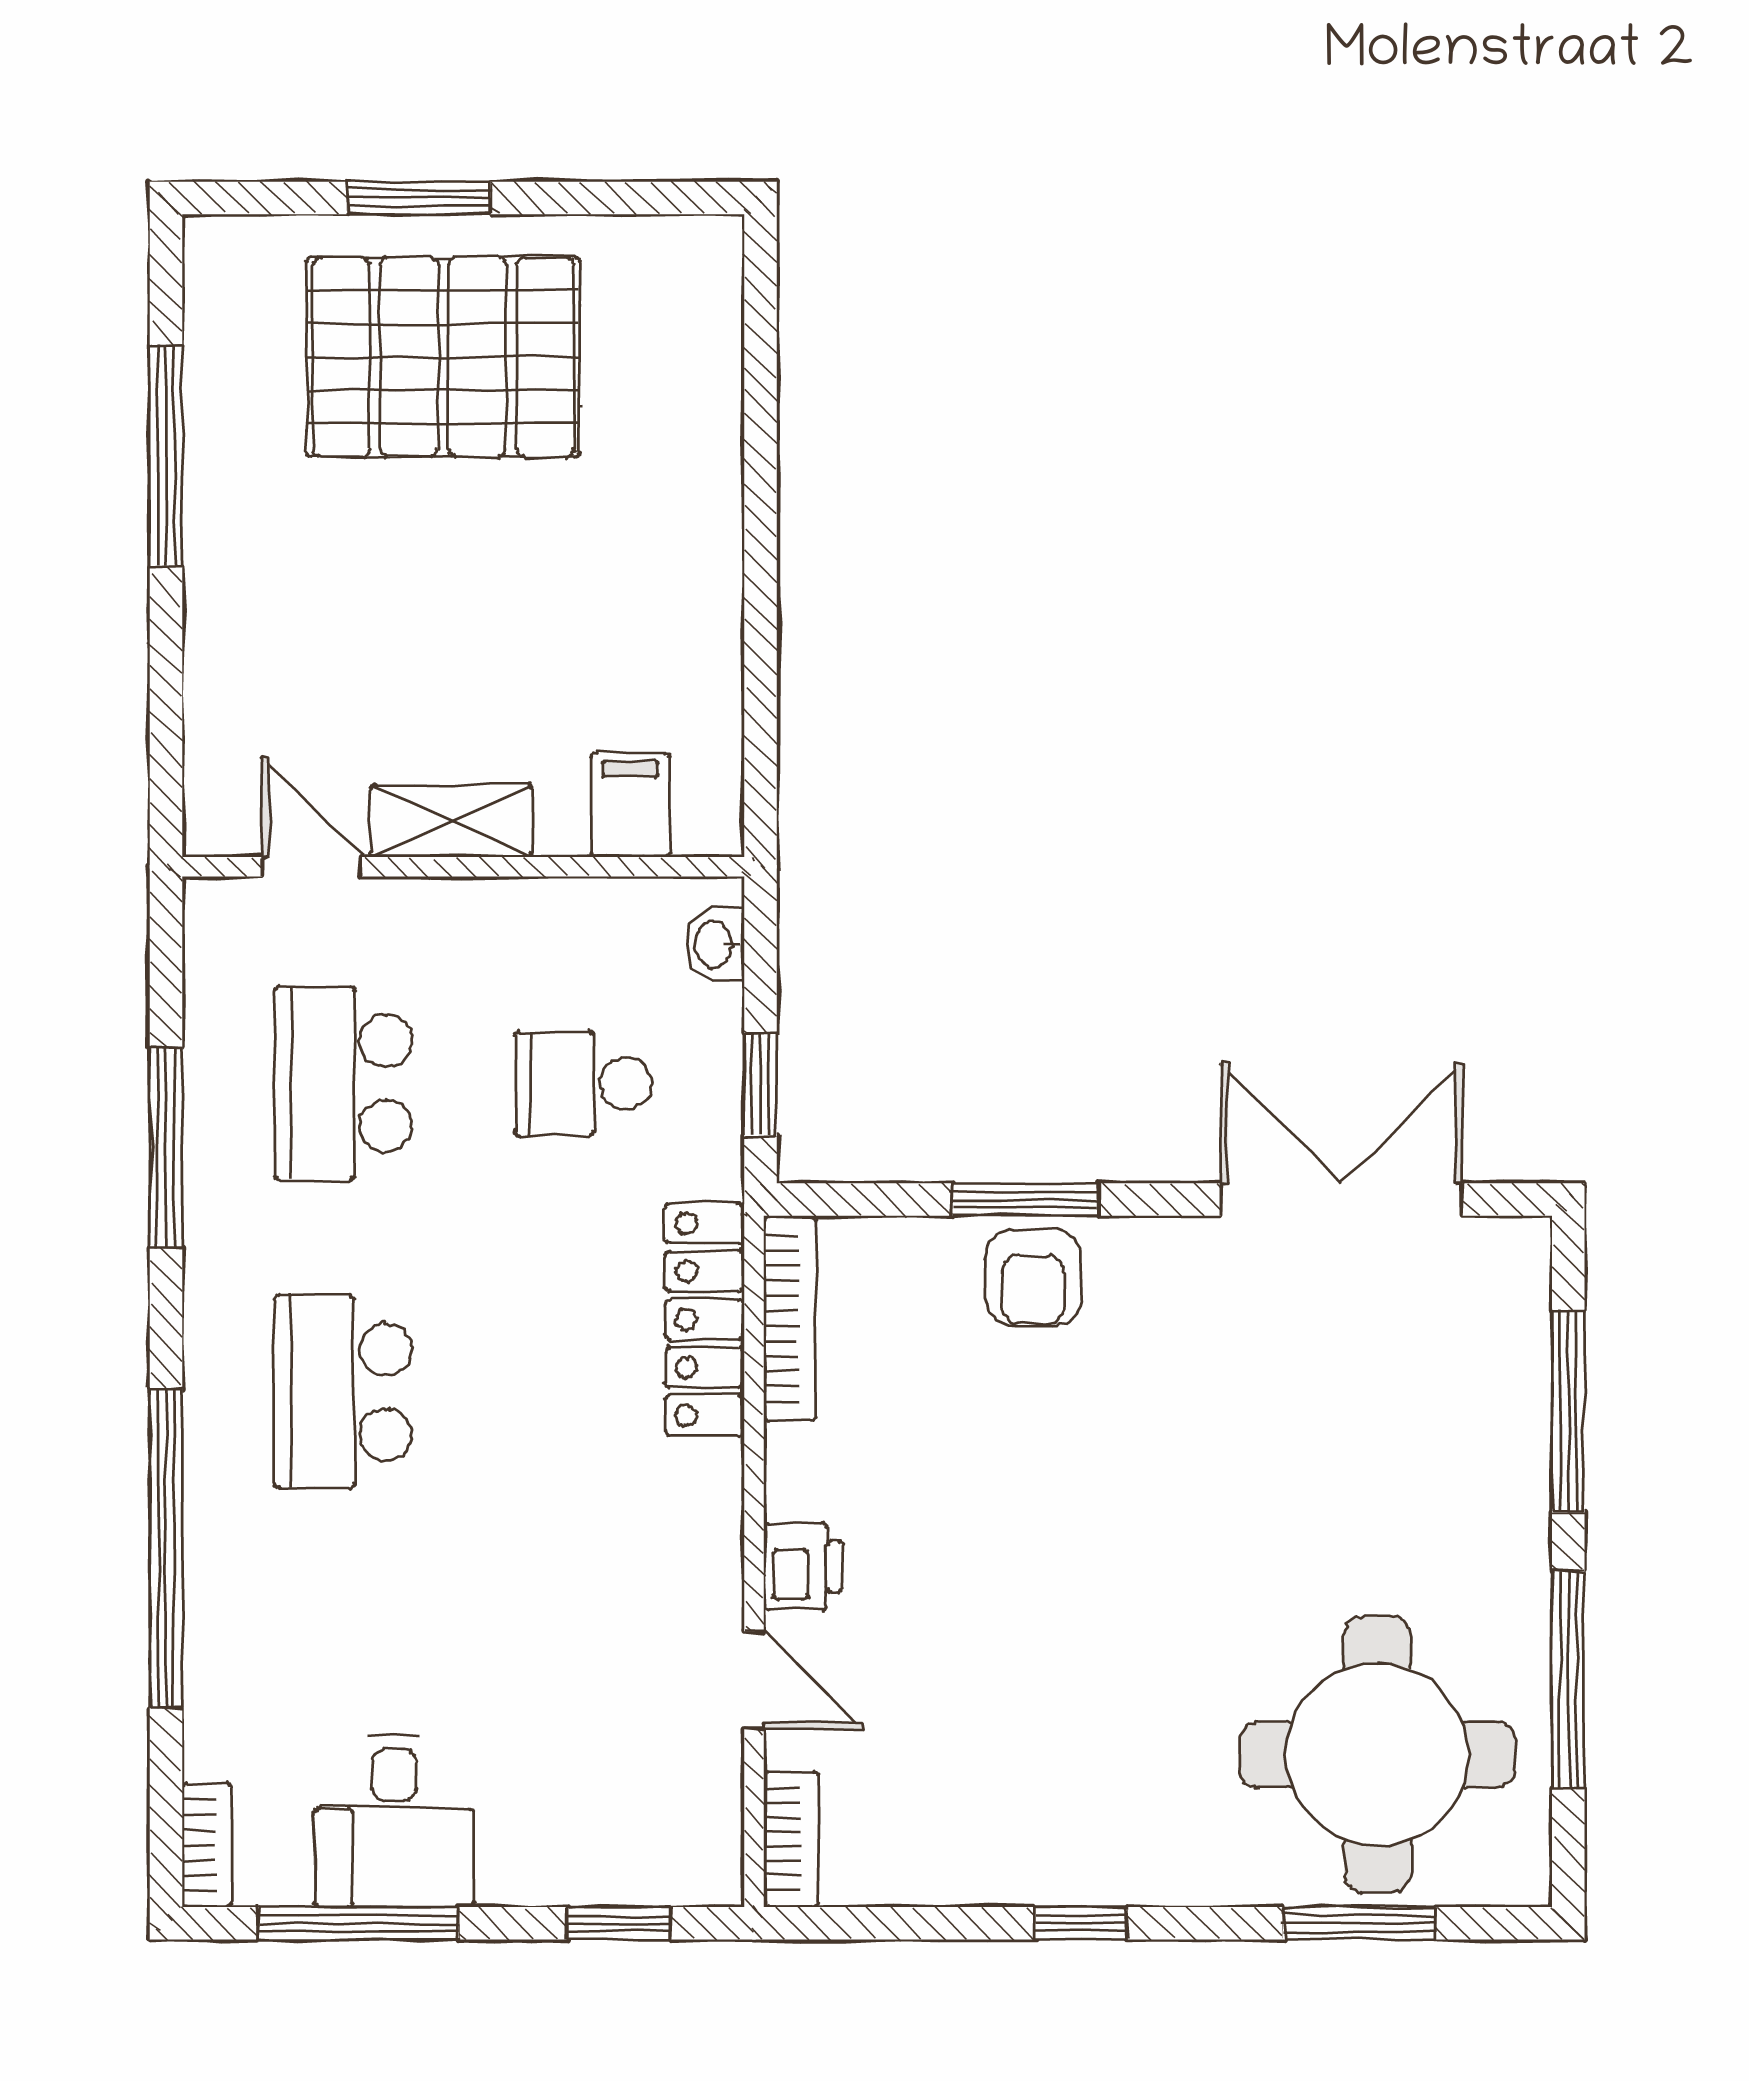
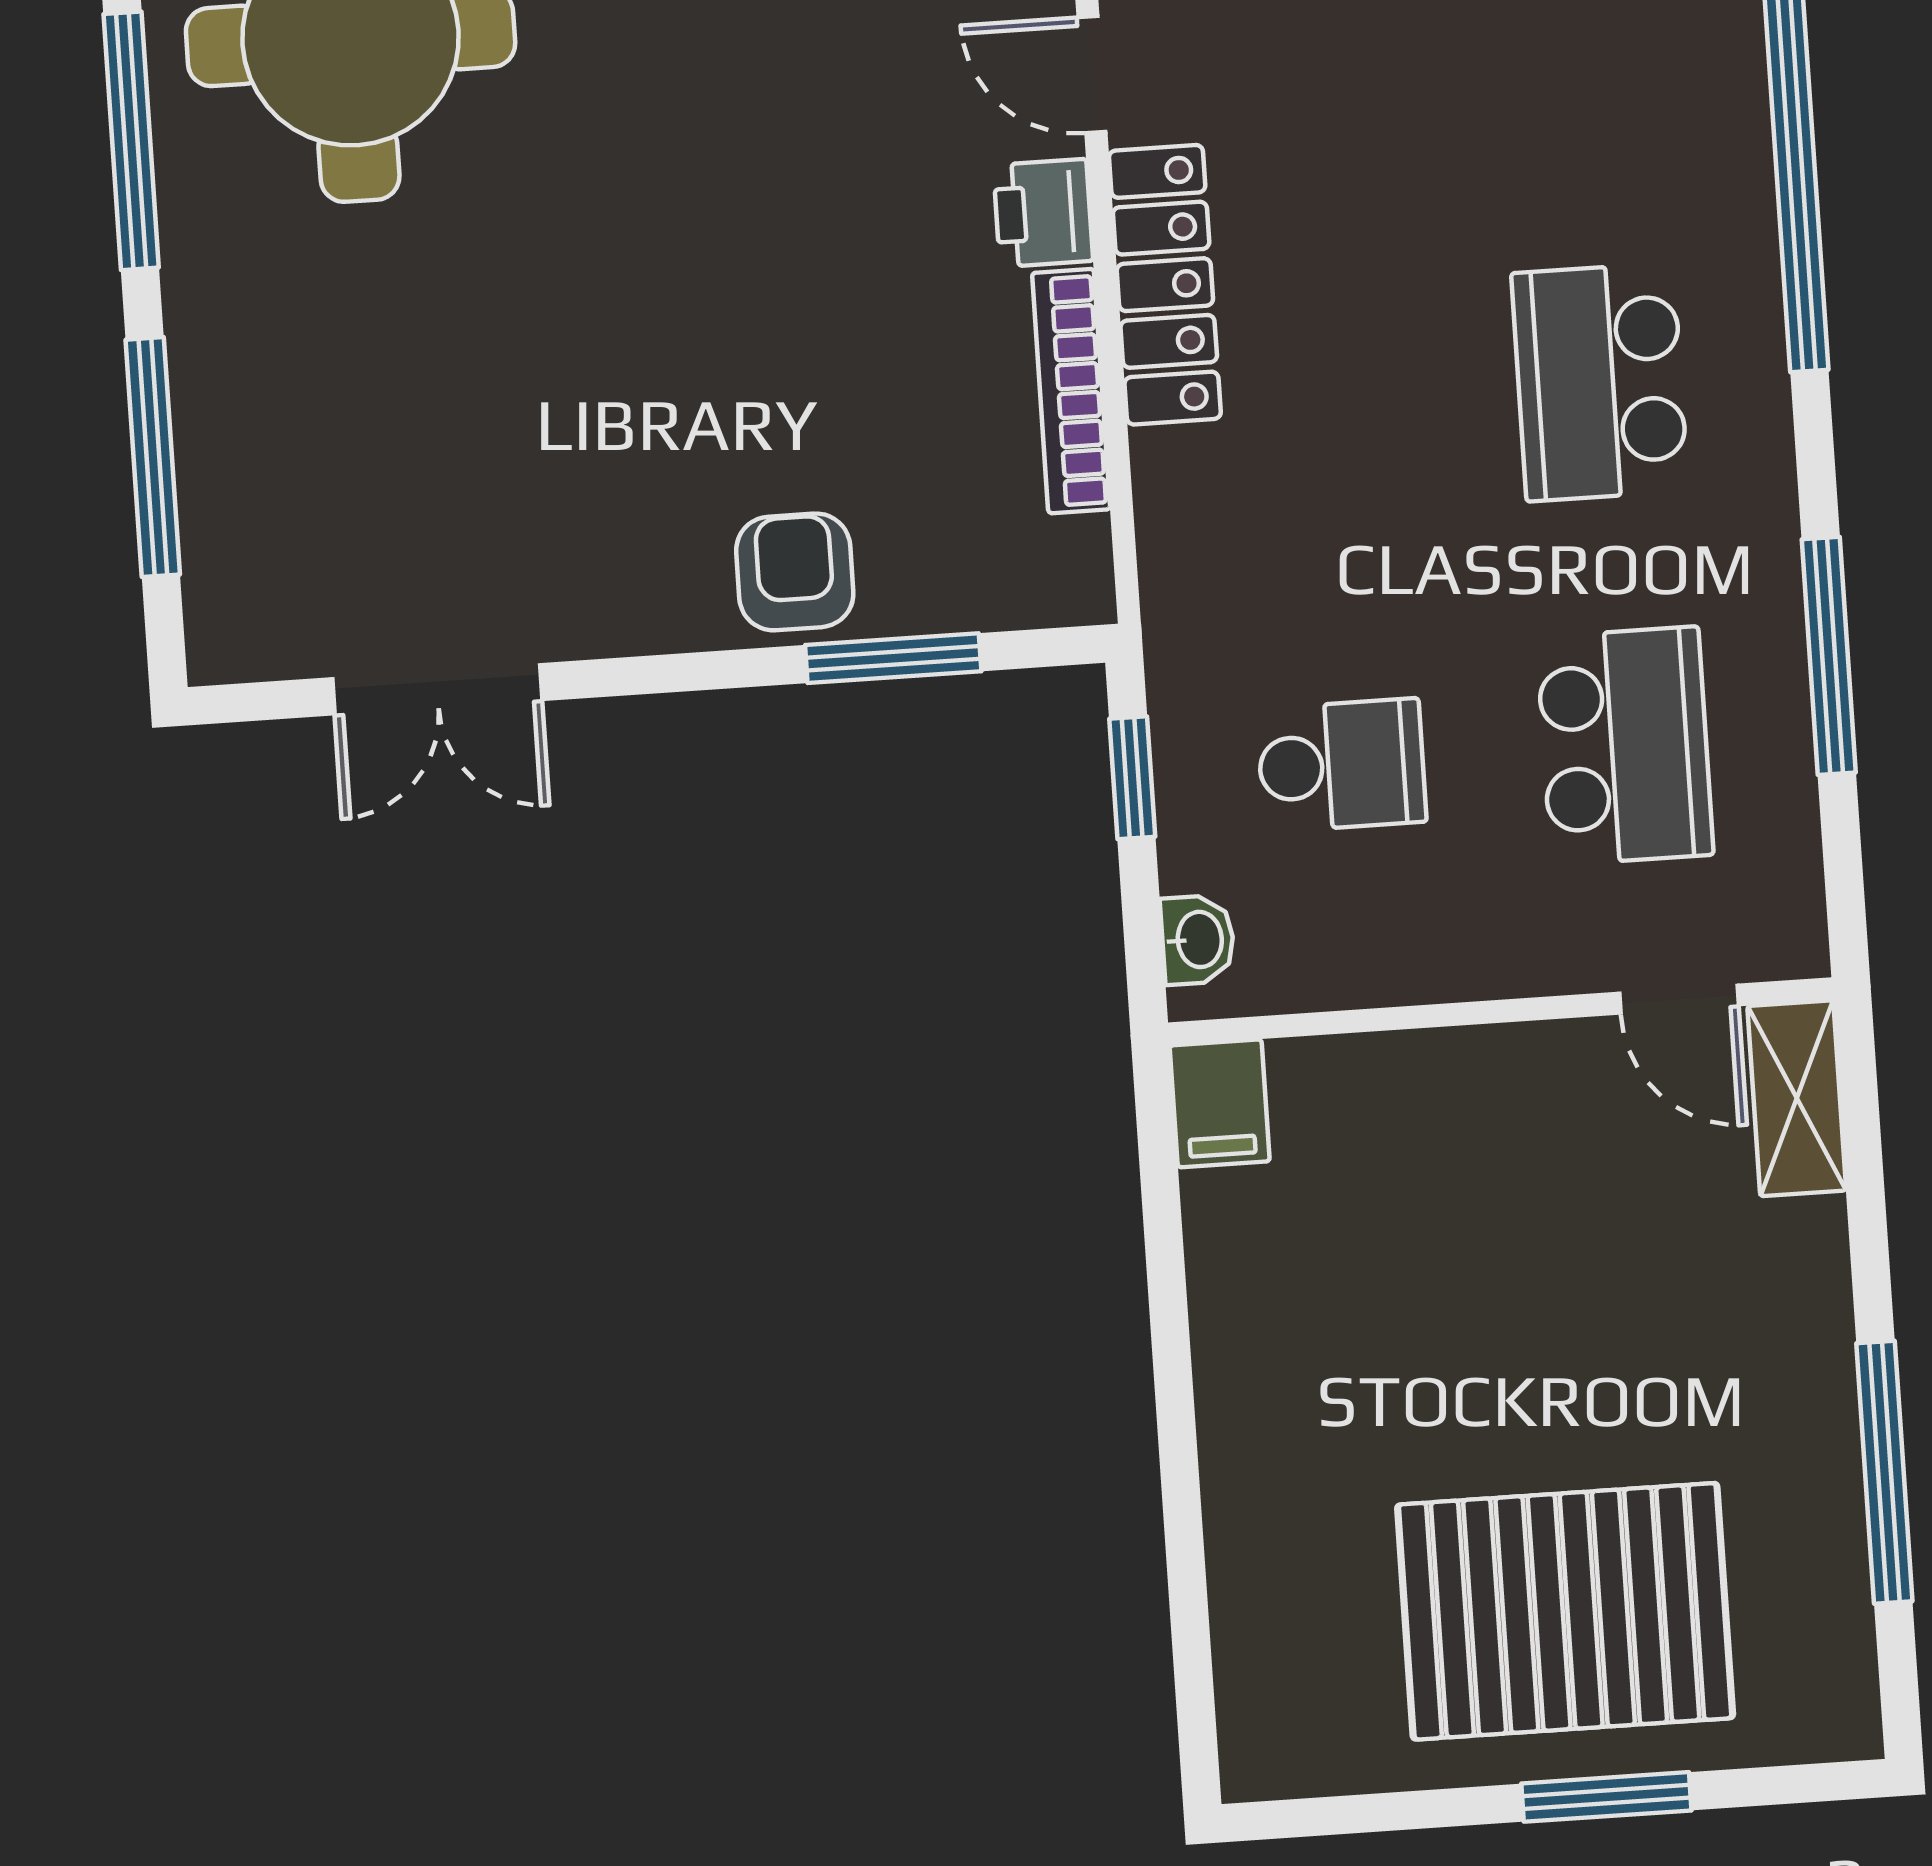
filing cabinet: (630, 805) -> (1220, 1103), moved
shelving: (451, 821) -> (1797, 1098), moved, turned 90
window: (1025, 1200) -> (893, 658), moved
double door: (1342, 1200) -> (437, 689), width x0.73
locker: (705, 1319) -> (1165, 285), moved
bookcase: (790, 1319) -> (1071, 391), moved
school desk: (343, 1392) -> (1600, 382), turned 180

